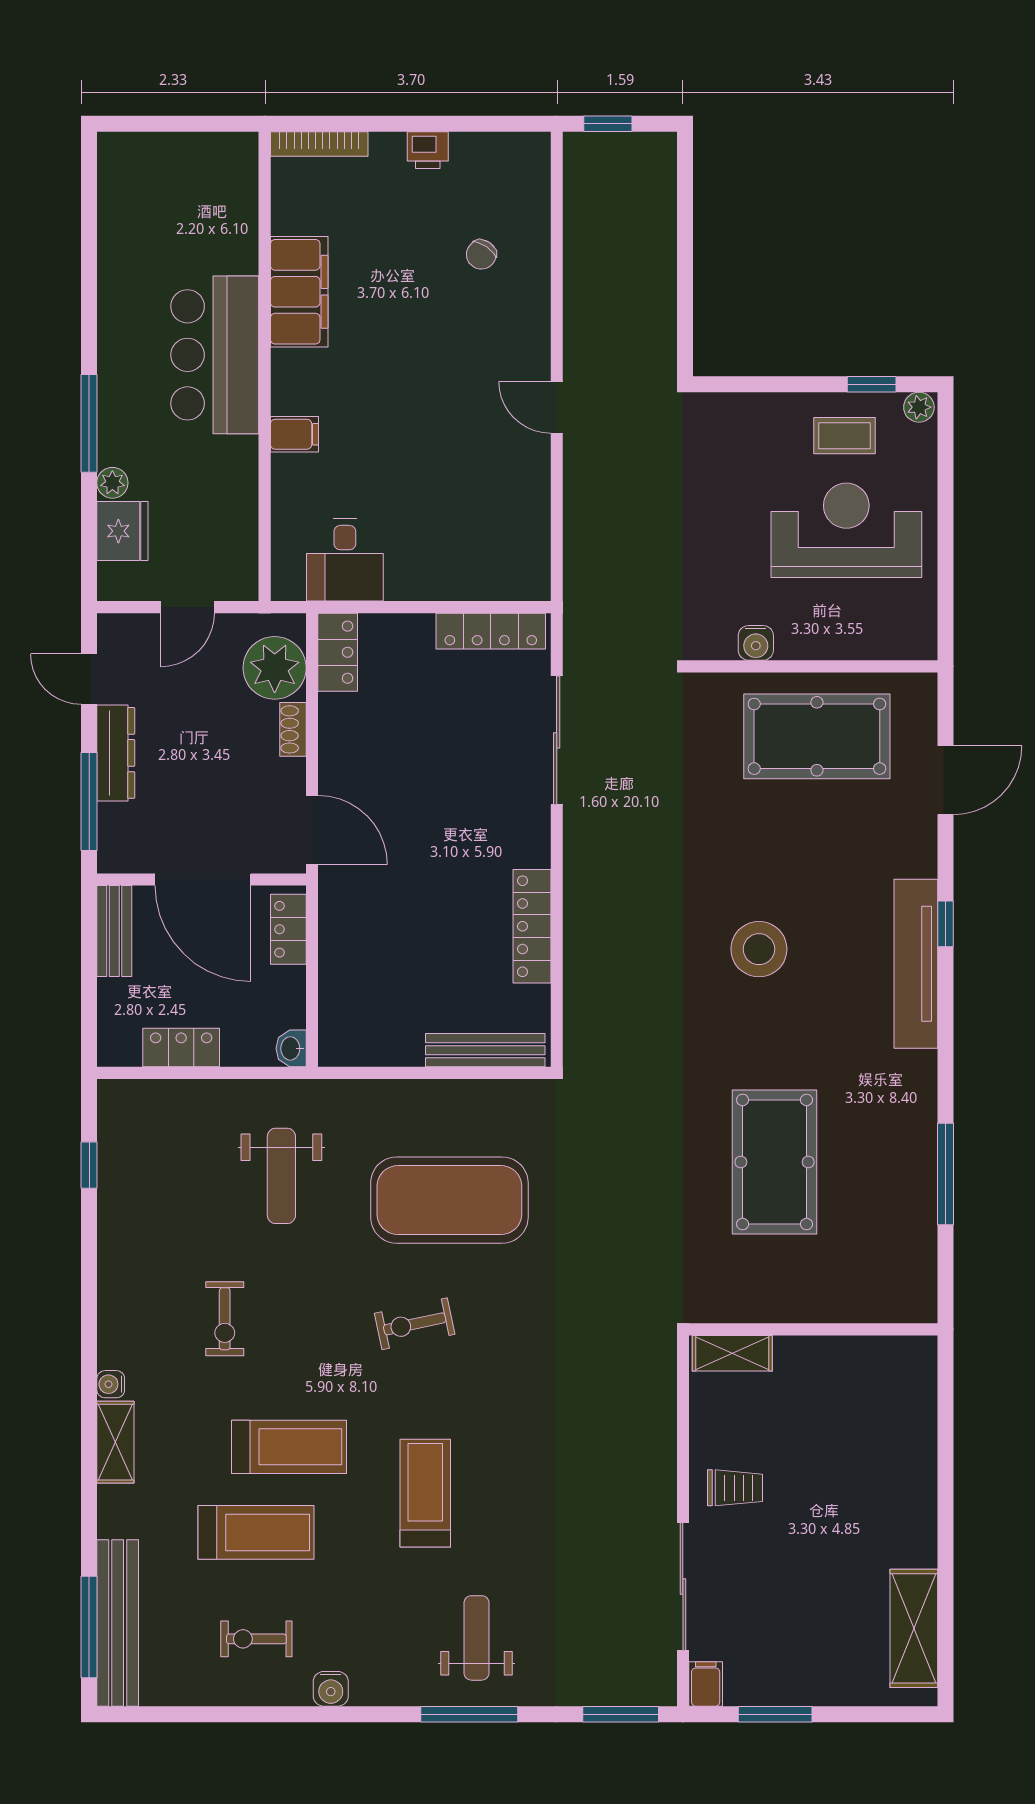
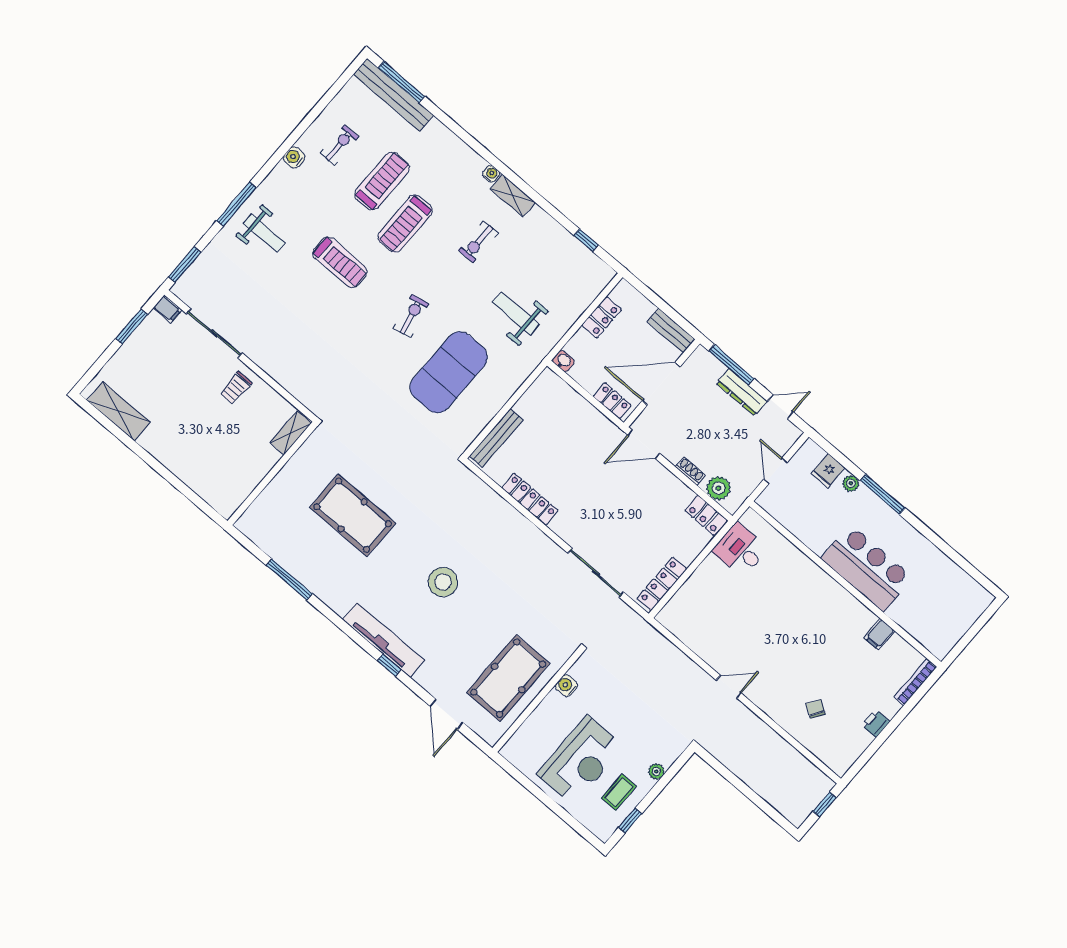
filing cabinet: (299, 292) -> (879, 634), width x0.33, depth x0.86
plant: (919, 407) -> (656, 771), moved
filing cabinet: (294, 434) -> (808, 573), removed
fridge: (122, 531) -> (828, 471), width x0.72
plant: (275, 668) -> (718, 488), width x0.73, depth x0.73
exercise bike: (225, 1319) -> (478, 242), turned -90
shelving: (115, 1442) -> (513, 196), moved
treadmill: (256, 1532) -> (382, 181), turned 180

